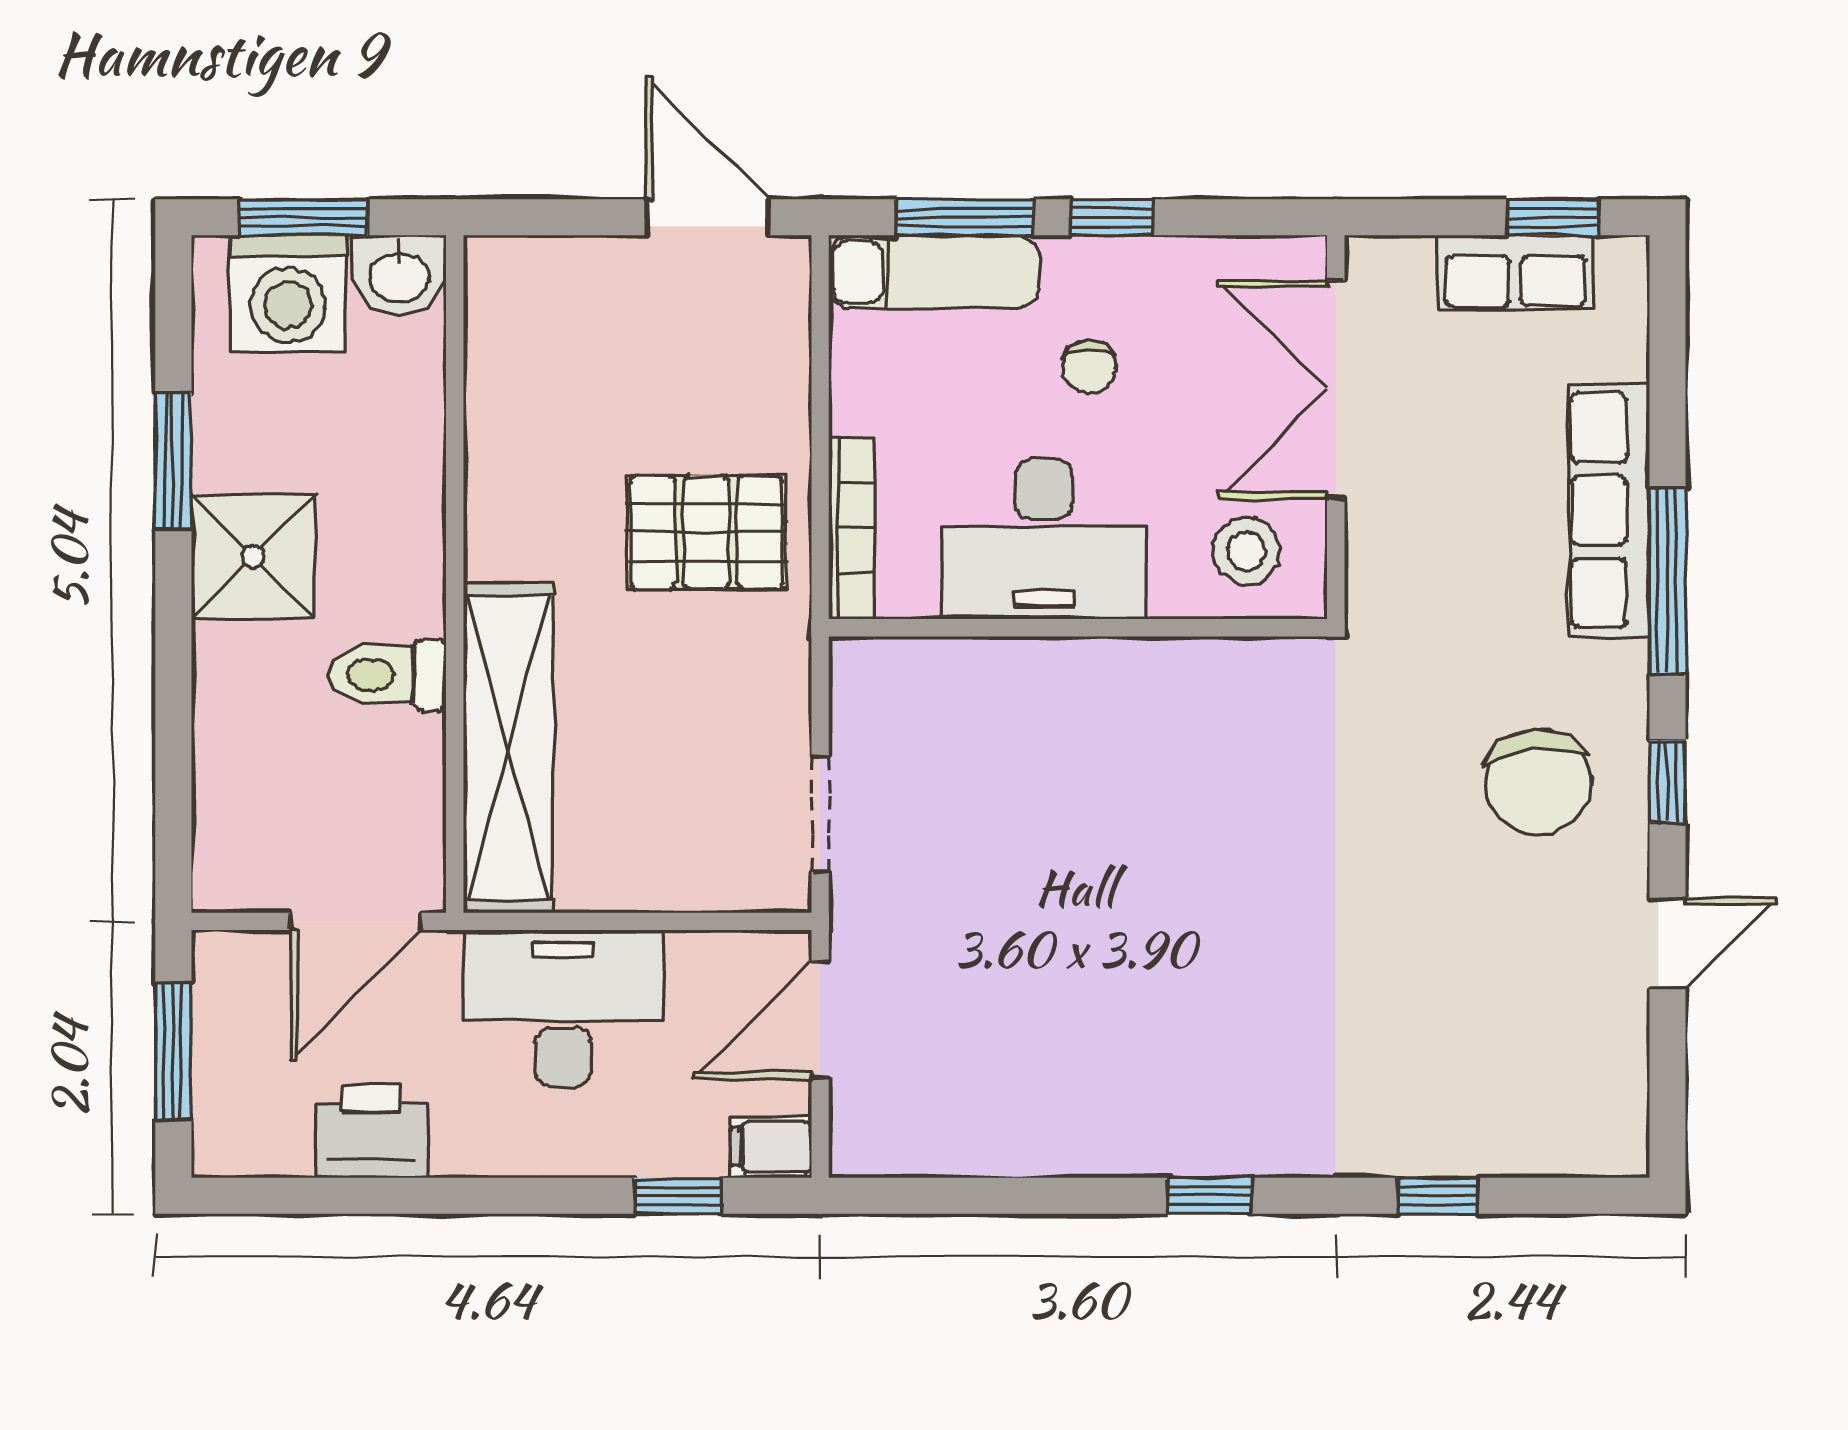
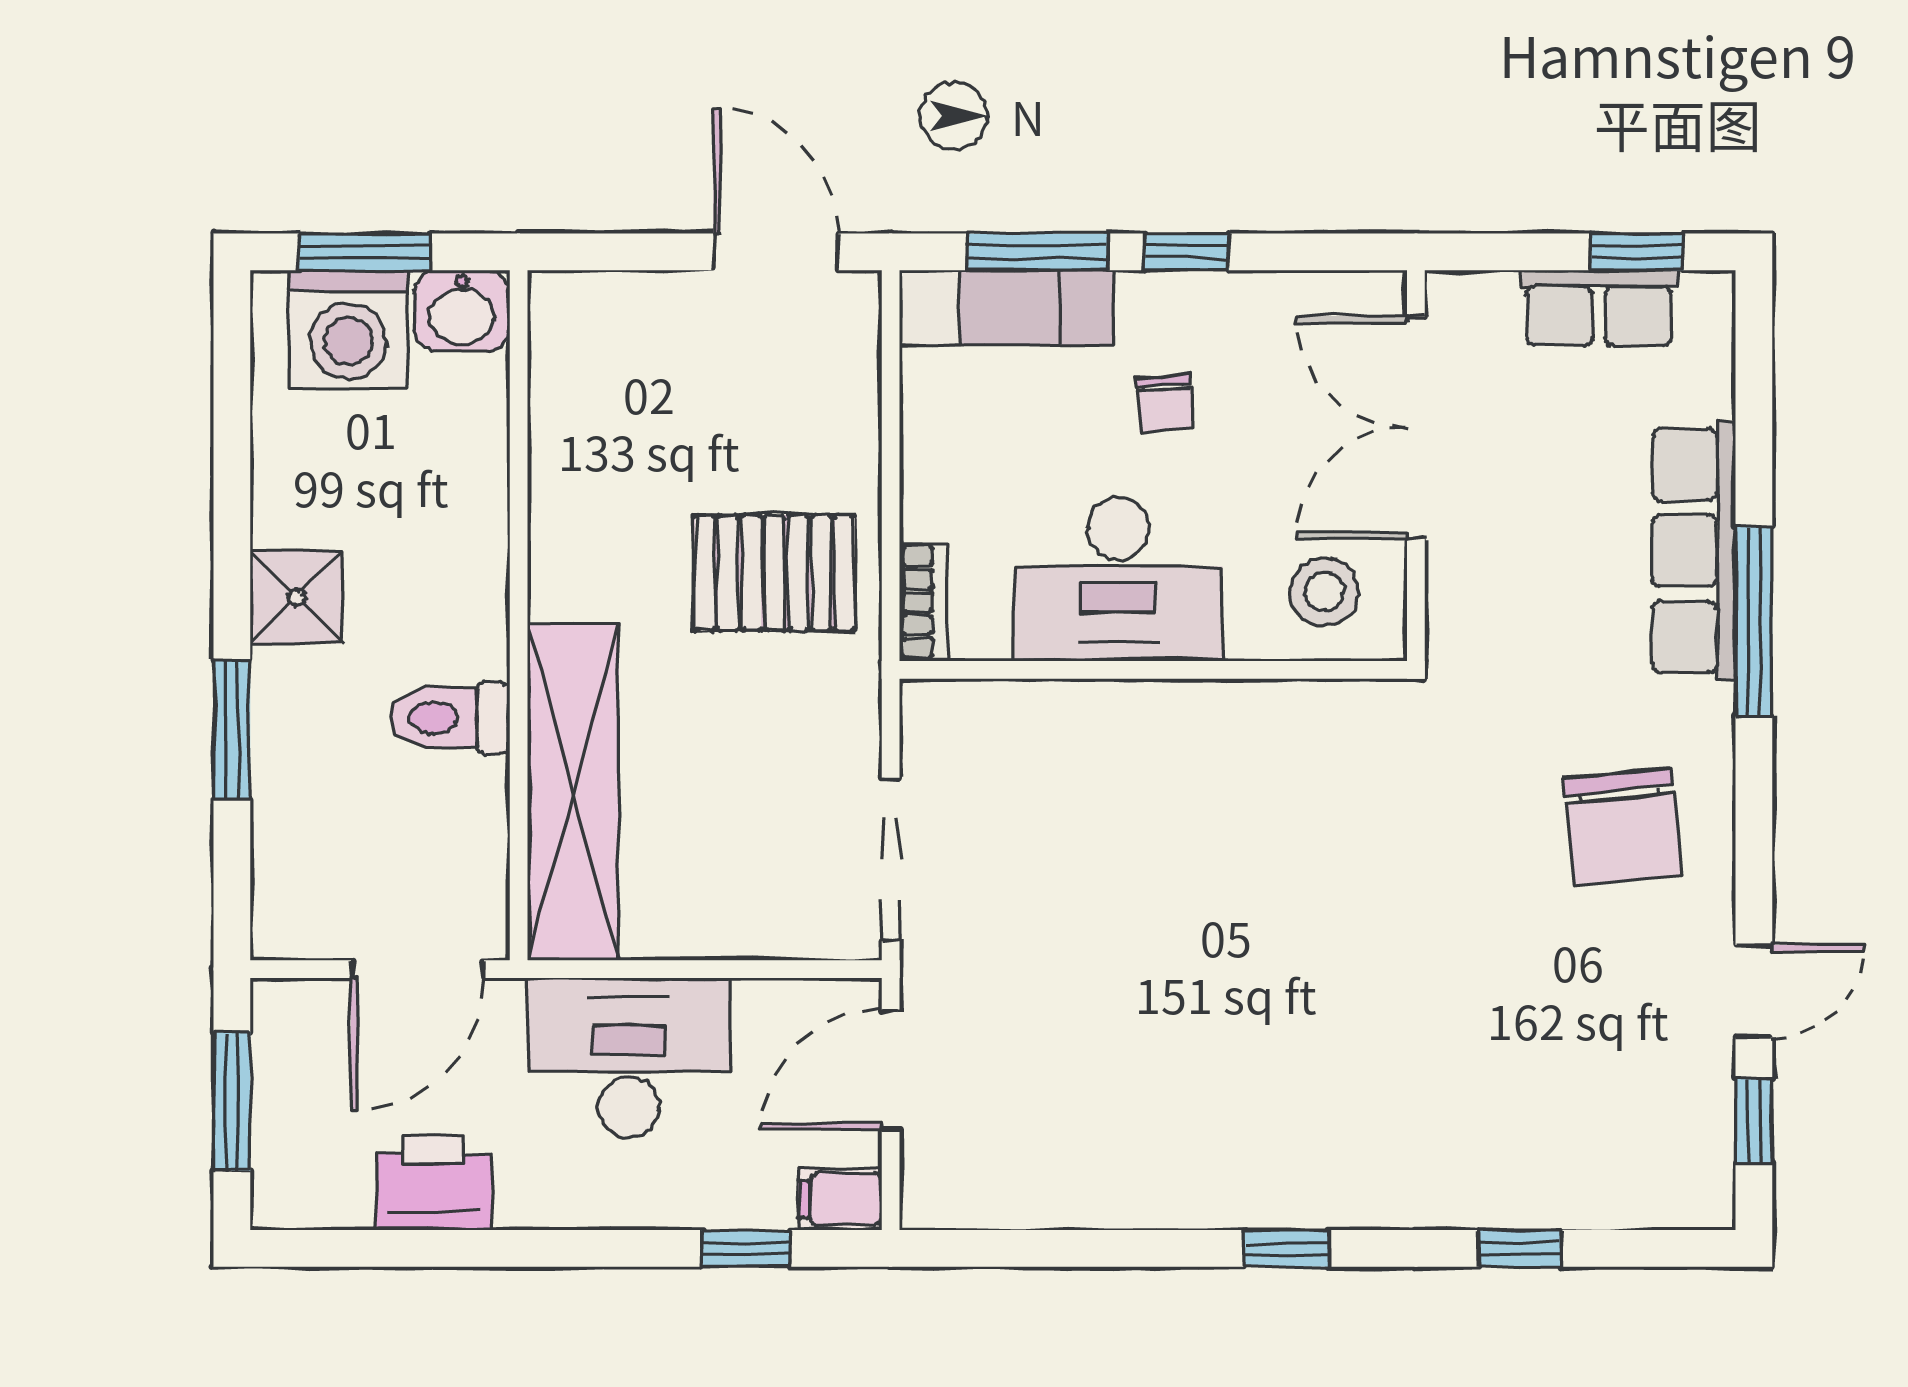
window: (173, 461) -> (232, 729), moved
bookcase: (852, 528) -> (923, 602), width x0.64
shower: (253, 556) -> (296, 597), width x0.73, depth x0.73
window: (1667, 781) -> (1754, 1120), moved
doorway: (820, 814) -> (891, 859), width x1.38

